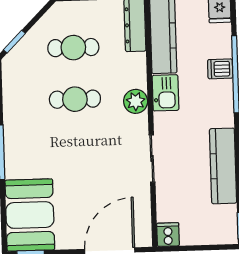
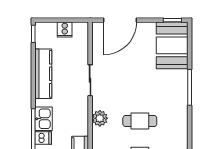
kitchen sink: (165, 93) -> (44, 119), moved, turned 180
cooker: (168, 235) -> (65, 30), moved

